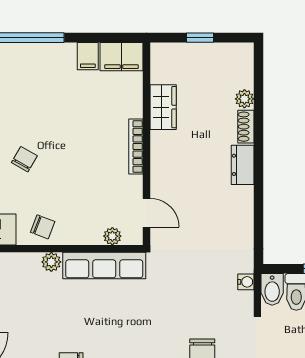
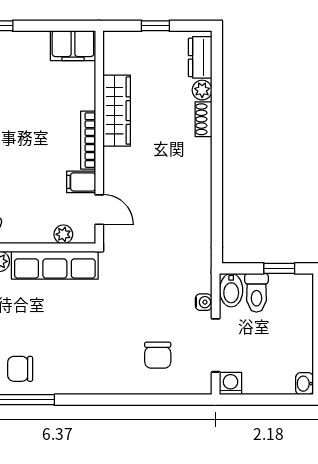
filing cabinet: (88, 56) -> (81, 182), moved, turned 90
wardrobe: (163, 107) -> (117, 111), width x1.50
dresser: (243, 165) -> (200, 57), moved
water cooler: (246, 282) -> (204, 302), moved

